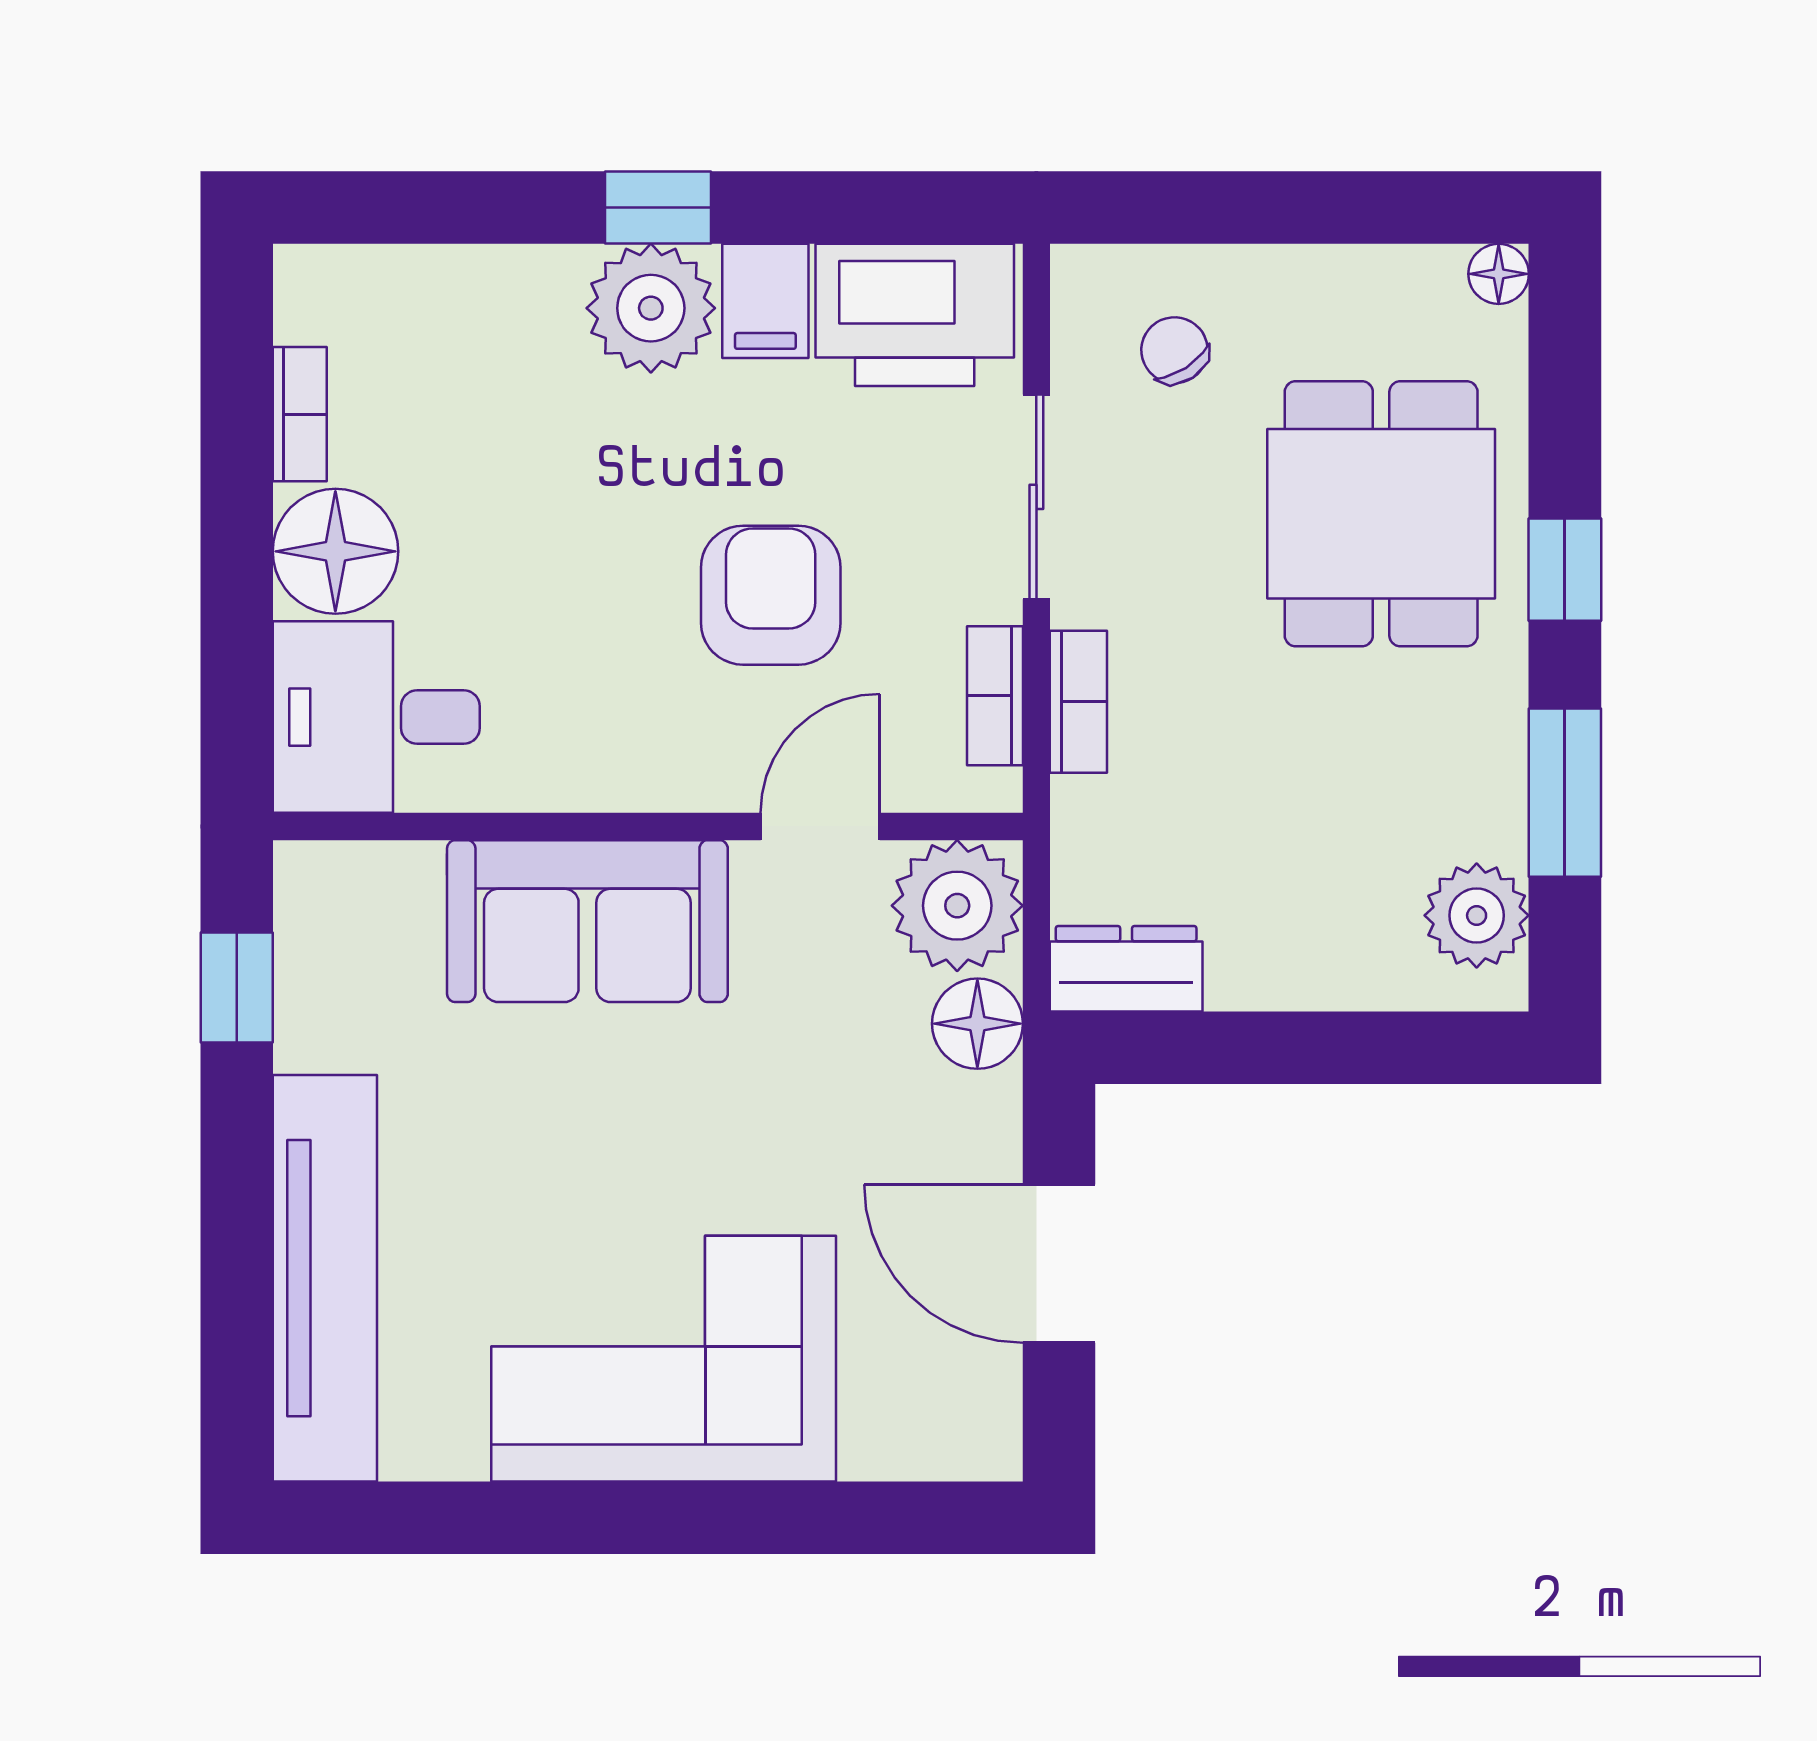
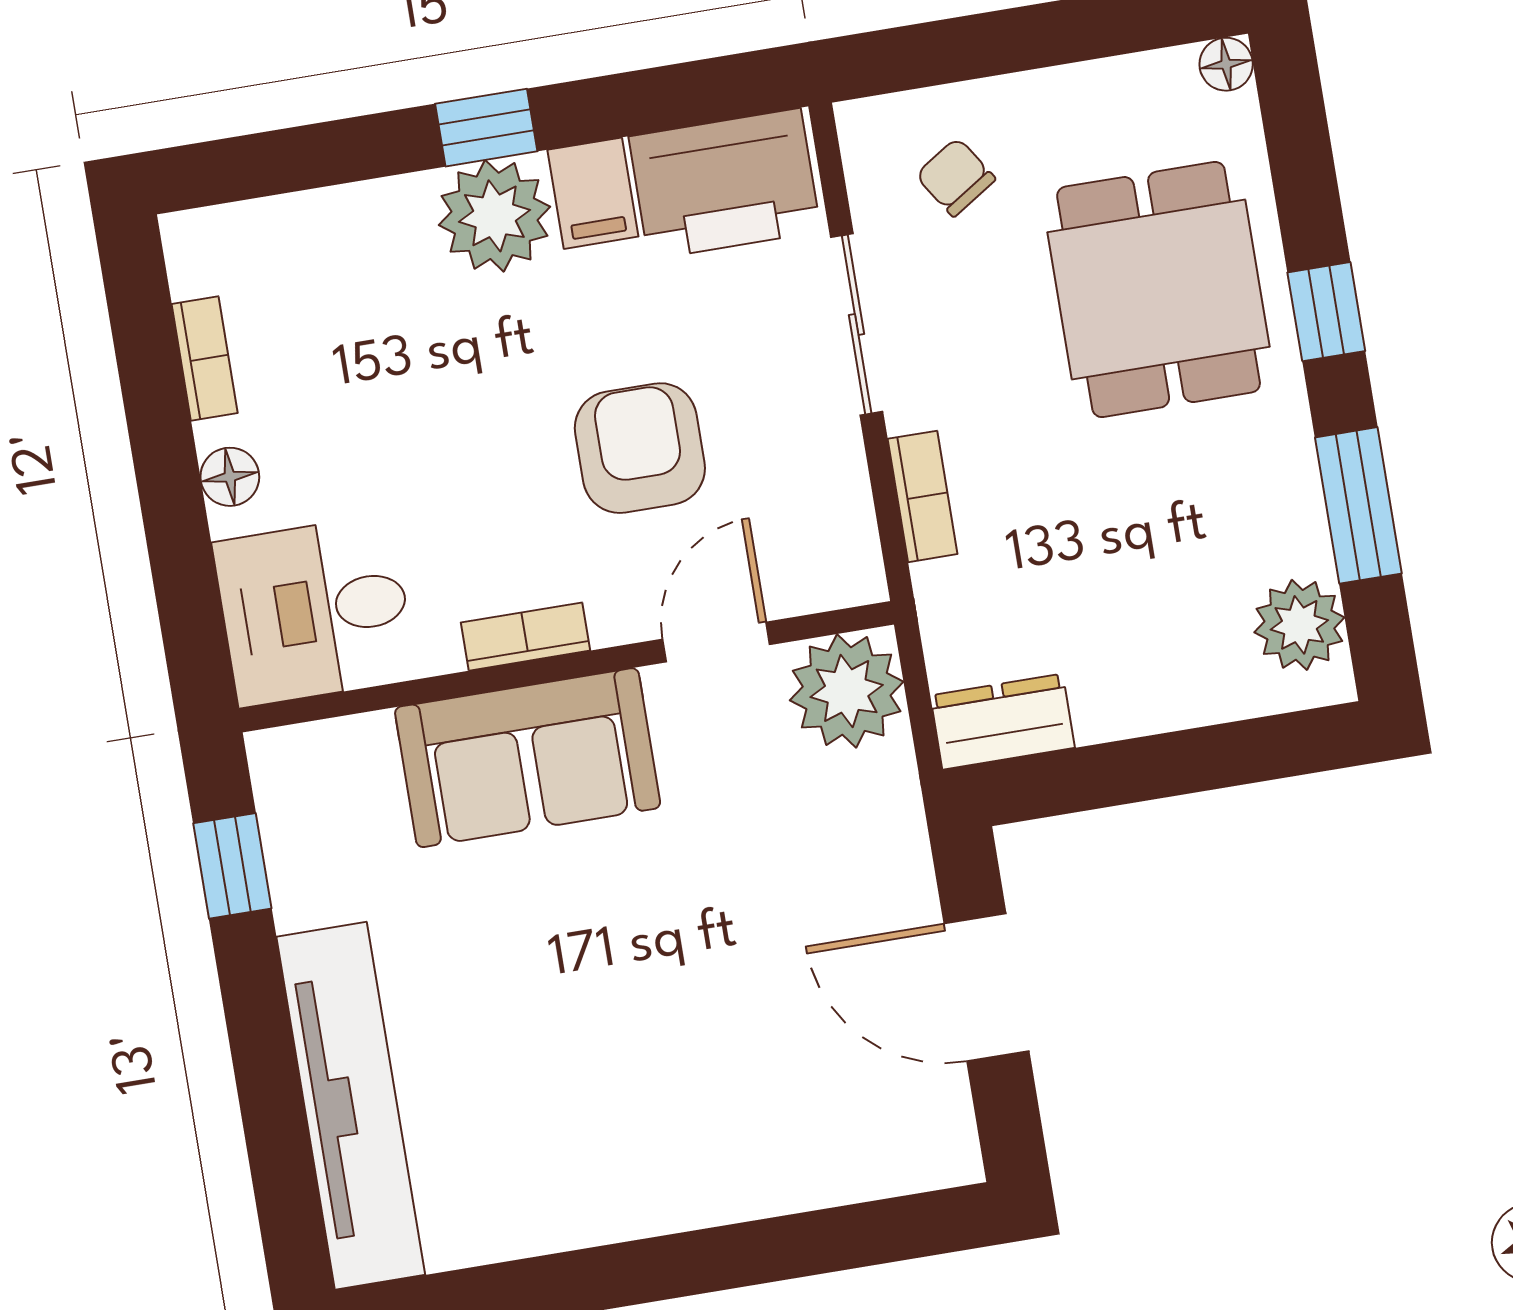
floor lamp: (335, 551) -> (230, 477), width x0.53, depth x0.53
bookcase: (995, 696) -> (525, 637), moved, turned 90
floor lamp: (977, 1024) -> (881, 791), removed
corner sofa: (664, 1359) -> (657, 1127), removed

